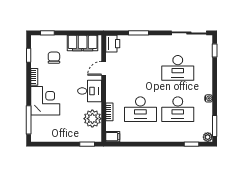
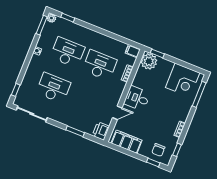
chair: (54, 58) -> (158, 150), moved
corner desk: (45, 101) -> (183, 80), moved, turned -90
plant: (92, 119) -> (149, 61), moved

